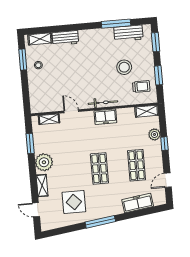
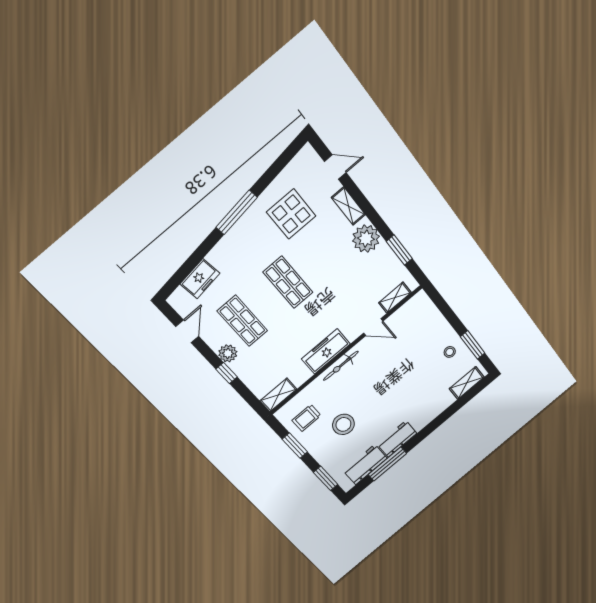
workbench: (65, 38) -> (397, 439), moved
freezer: (105, 117) -> (326, 351), width x1.40
plant: (154, 134) -> (228, 353), moved
freezer: (138, 203) -> (200, 279), width x0.71

